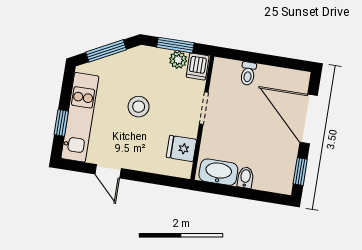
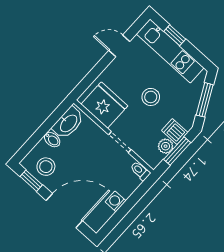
dishwasher: (198, 67) -> (175, 131), moved
toilet: (248, 74) -> (140, 171), moved
washing machine: (266, 74) -> (116, 201), added
fridge: (182, 148) -> (104, 105), width x1.88, depth x1.34
stool: (277, 166) -> (46, 167), added

